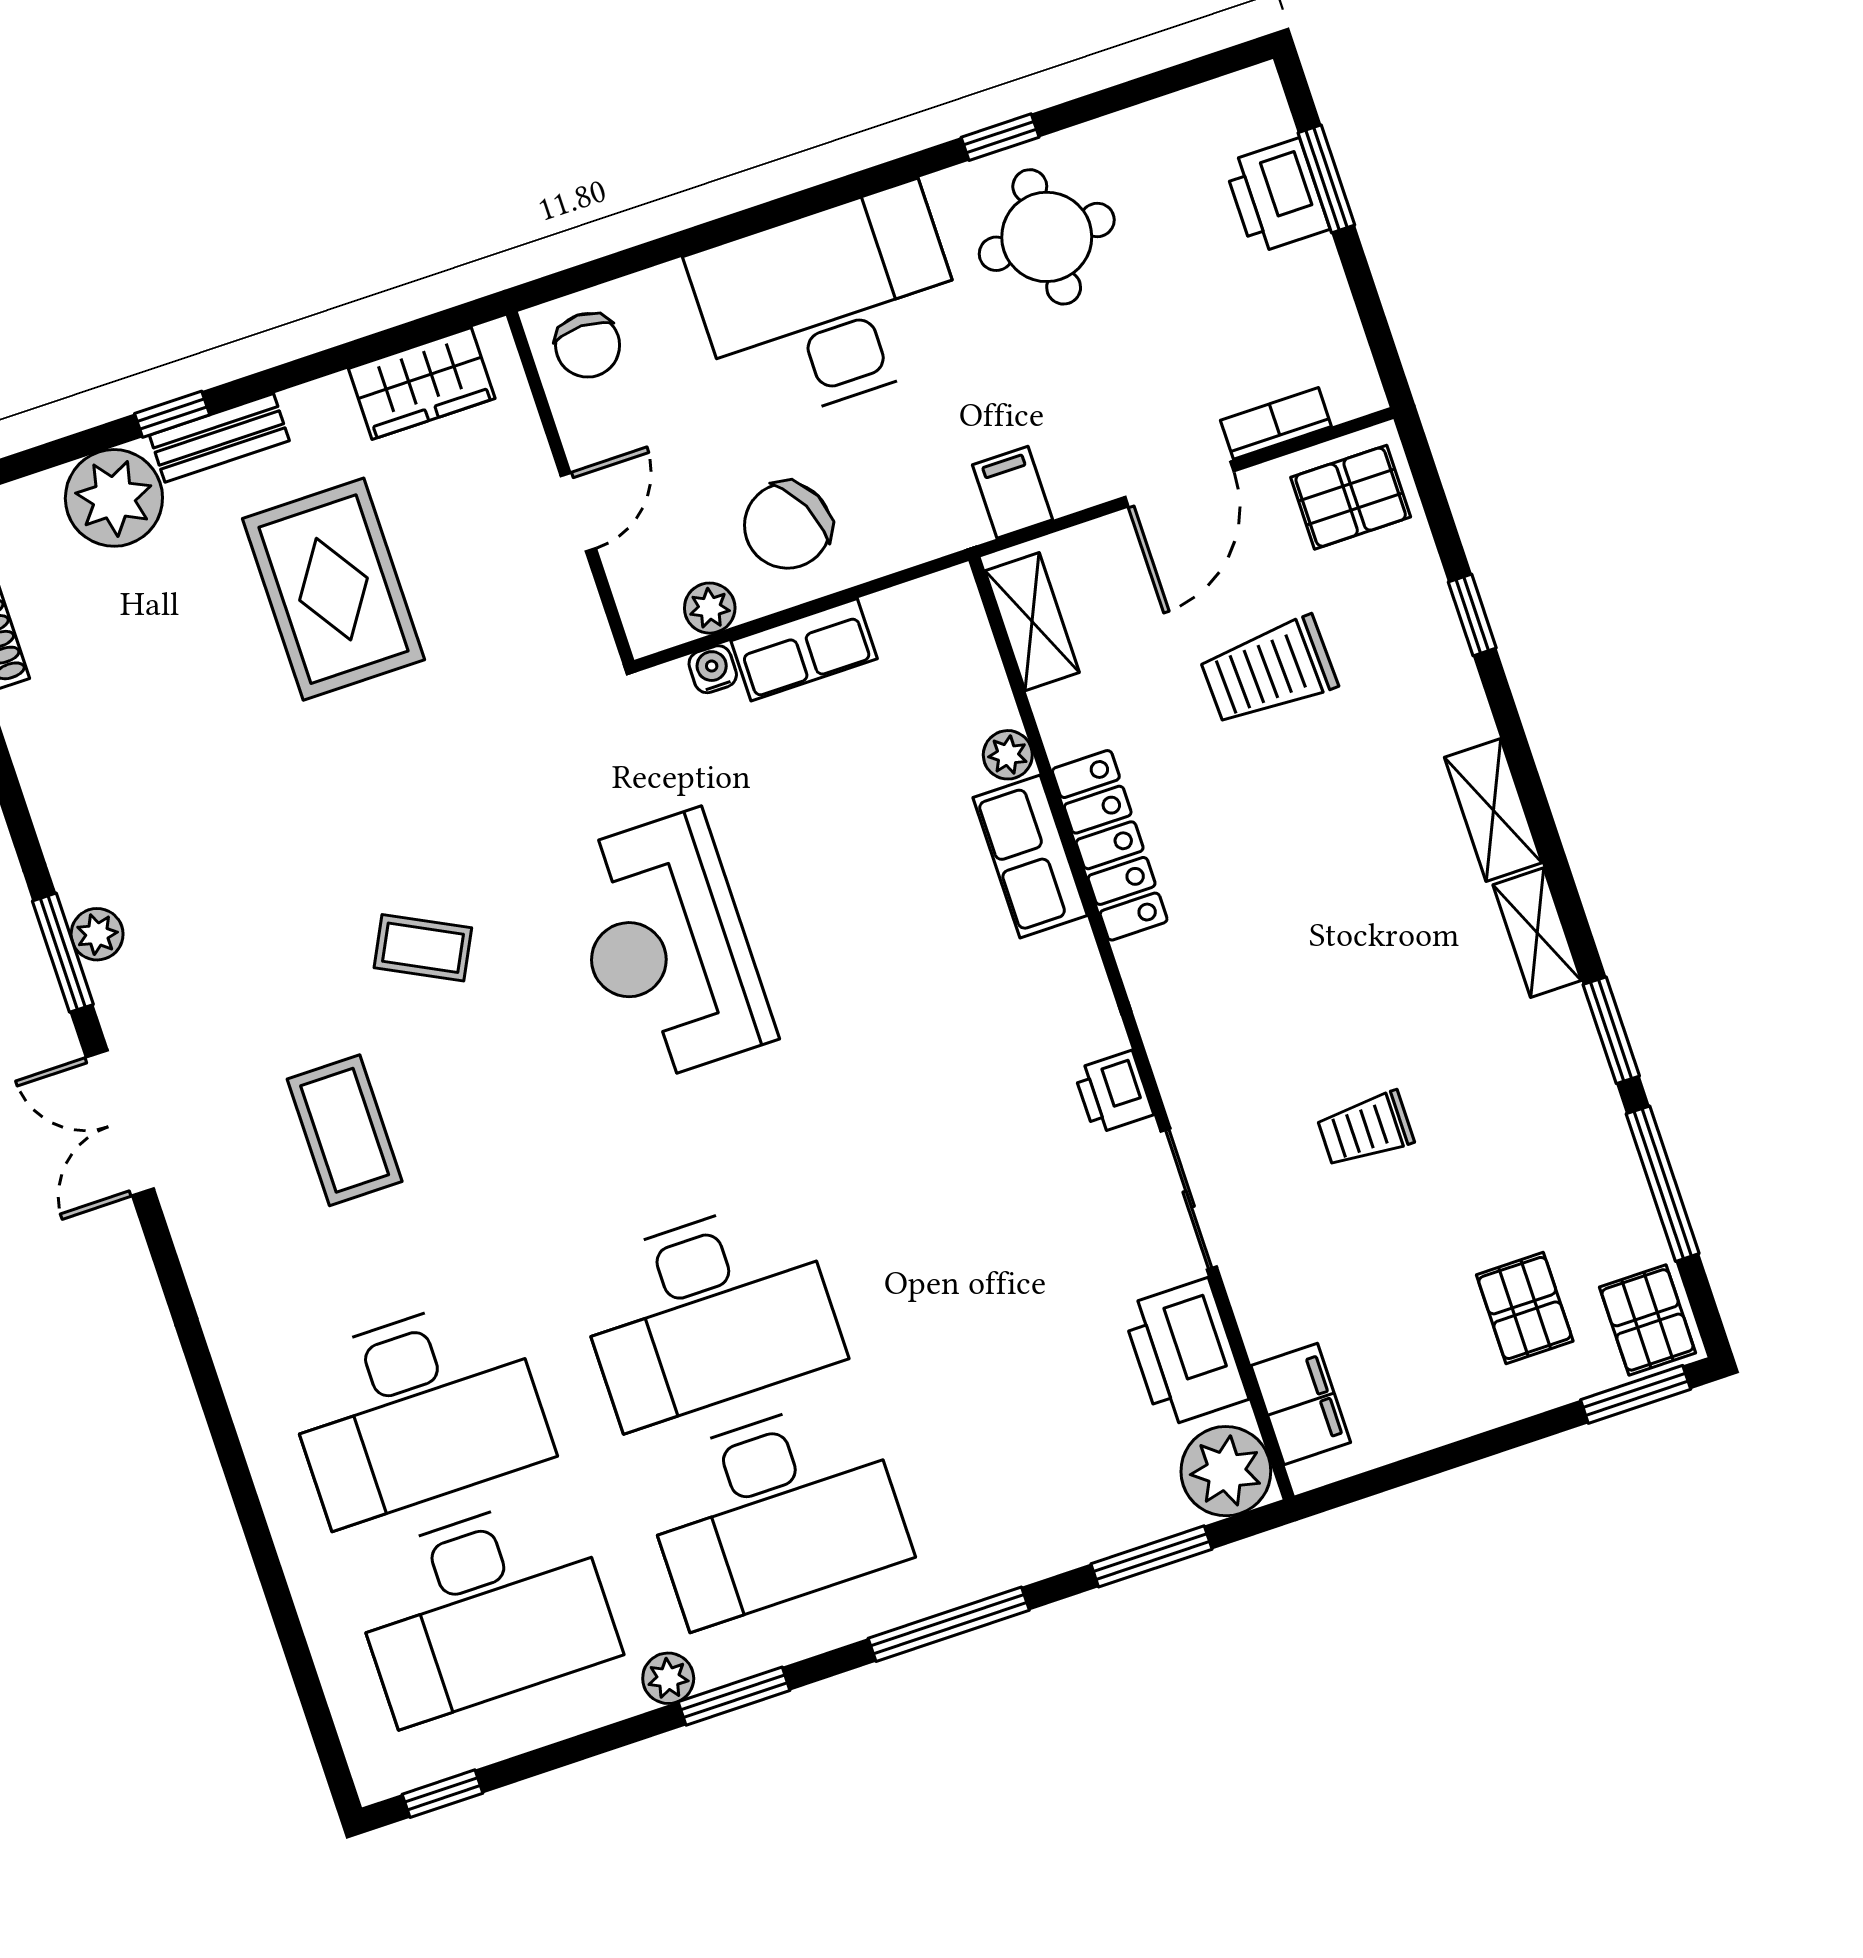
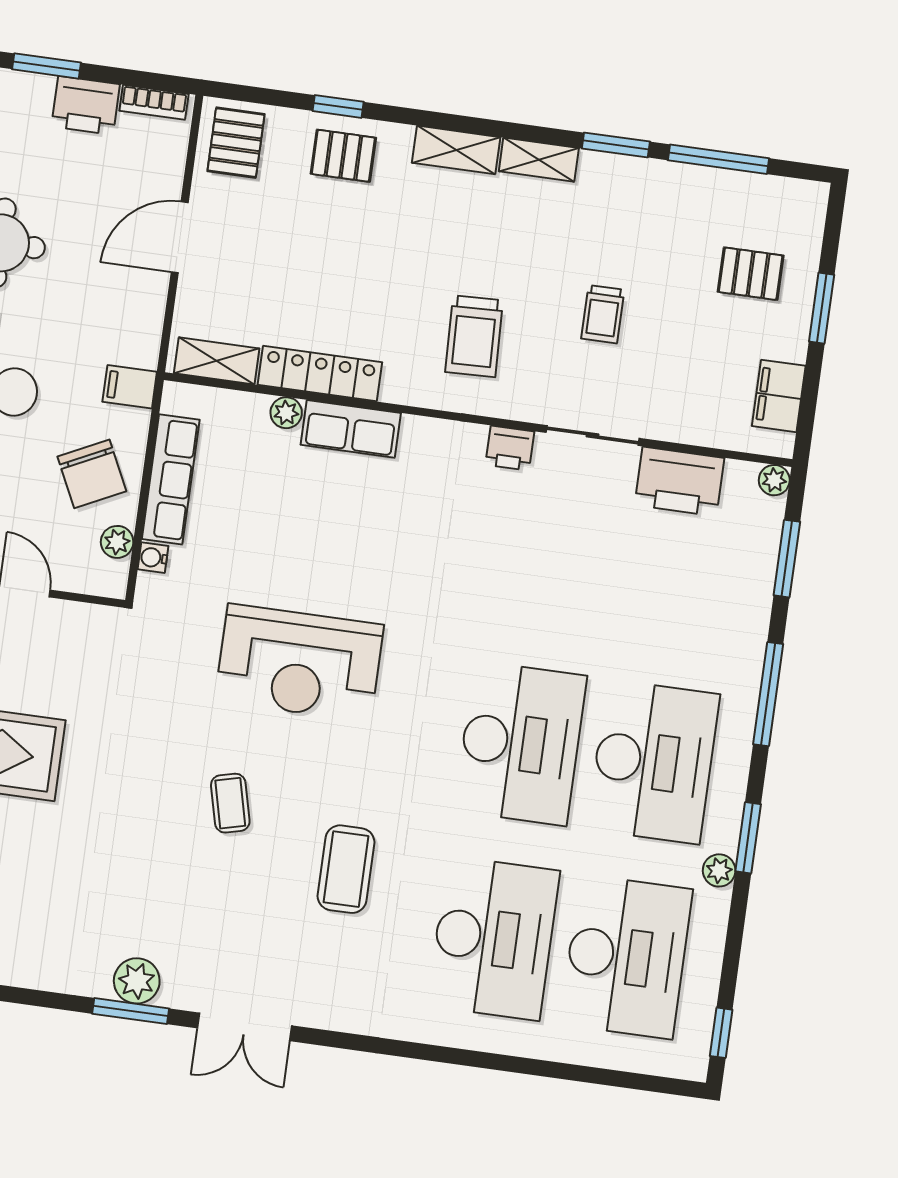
printer: (1277, 196) -> (86, 105), moved
bookcase: (1276, 423) -> (154, 102), moved, turned -90
door: (1179, 484) -> (180, 237), swing flipped
filing cabinet: (1013, 492) -> (130, 387), moved
row of seats: (804, 650) -> (171, 479), width x1.48
trolley: (1269, 671) -> (474, 336), moved
locker: (1110, 845) -> (320, 373), moved
plant: (97, 934) -> (137, 981), width x1.38, depth x1.38
coffee table: (423, 948) -> (230, 803), turned -41
coffee table: (345, 1130) -> (346, 869), moved, turned 90
pallet: (1648, 1320) -> (343, 156), moved
window: (1636, 1394) -> (822, 308), moved
filing cabinet: (1301, 1404) -> (779, 396), moved, turned -90
plant: (1226, 1471) -> (774, 480), width x0.53, depth x0.53

